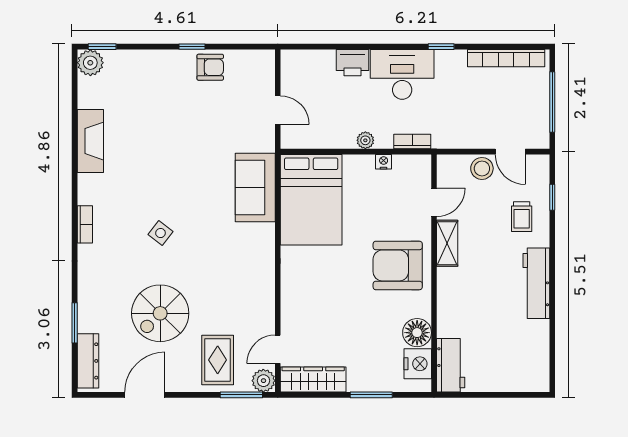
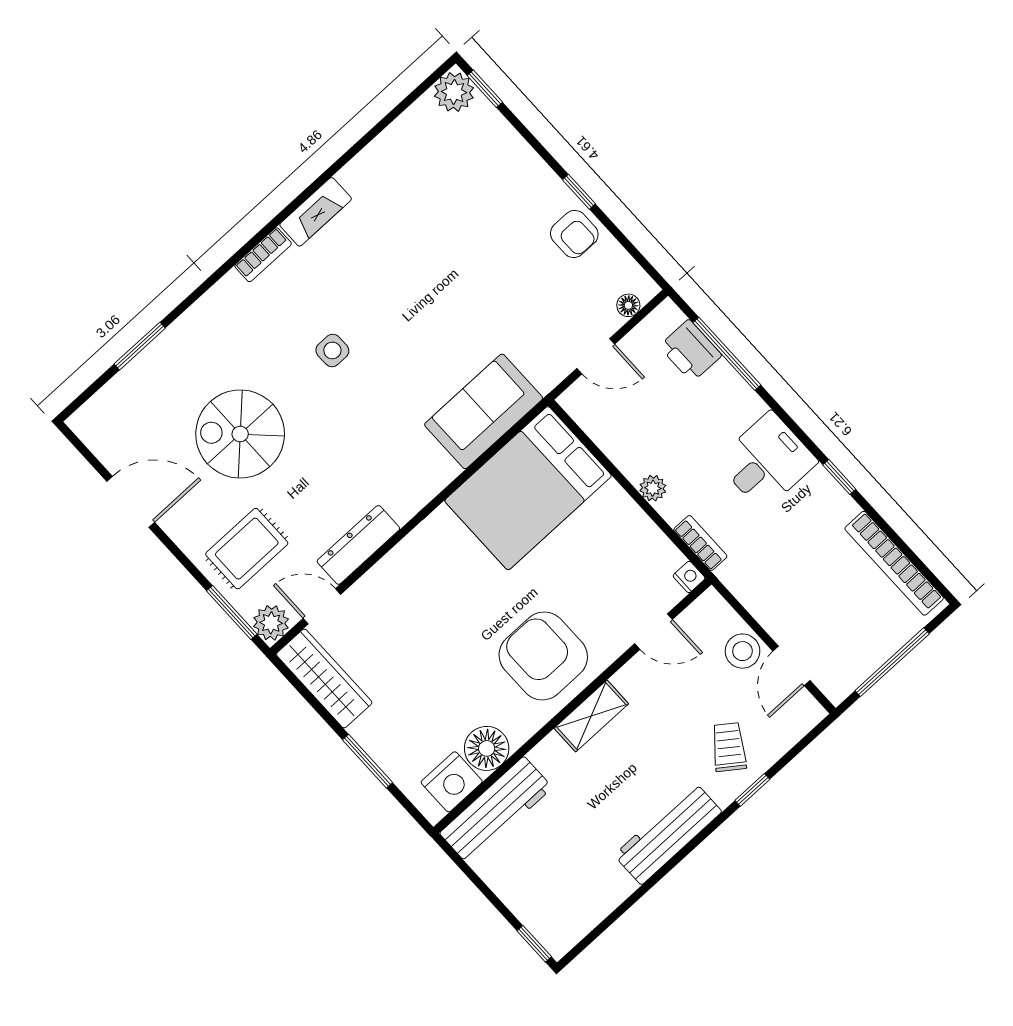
window: (334, 47) -> (727, 354), added
printer: (352, 63) -> (690, 351), moved
floor lamp: (268, 72) -> (628, 305), added
desk: (402, 74) -> (767, 461), width x0.73
door: (278, 110) -> (596, 356), hinge flipped
fireplace: (90, 141) -> (316, 212), moved, width x0.73, depth x0.76
nightstand: (384, 162) -> (689, 577), moved
window: (552, 197) -> (752, 790), moved
trolley: (522, 217) -> (729, 747), turned 126
side table: (160, 233) -> (332, 350), turned -38
shelving: (447, 243) -> (591, 716), moved
dresser: (88, 361) -> (358, 545), moved, turned 180
workbench: (451, 365) -> (496, 810), width x1.38
window: (531, 395) -> (534, 944), added

